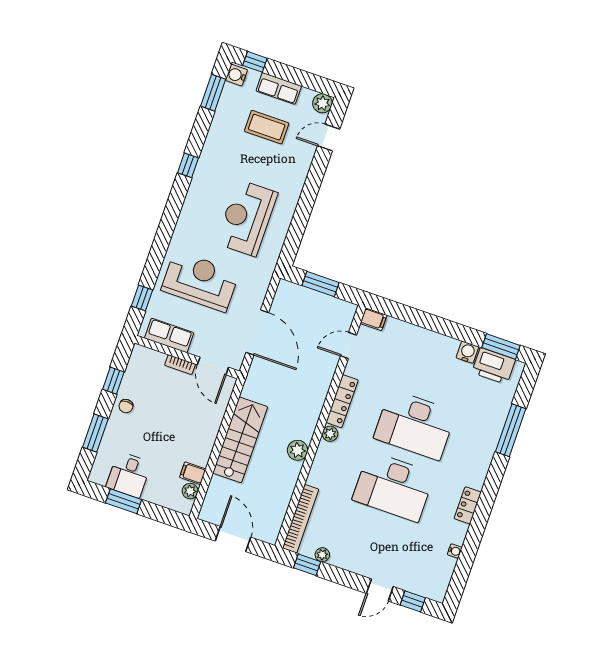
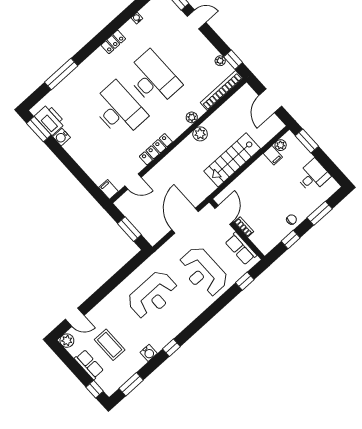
water cooler: (236, 75) -> (149, 353), moved
plant: (330, 434) -> (192, 117), moved
window: (124, 501) -> (307, 141), moved

